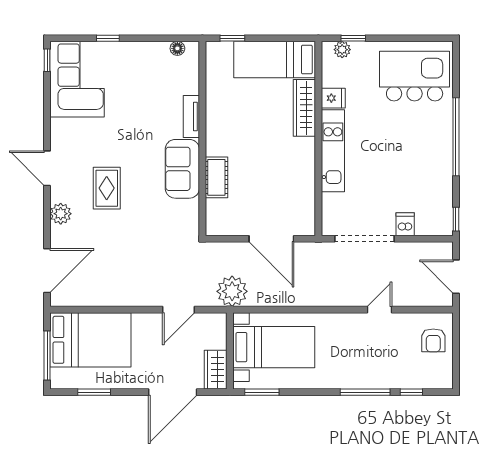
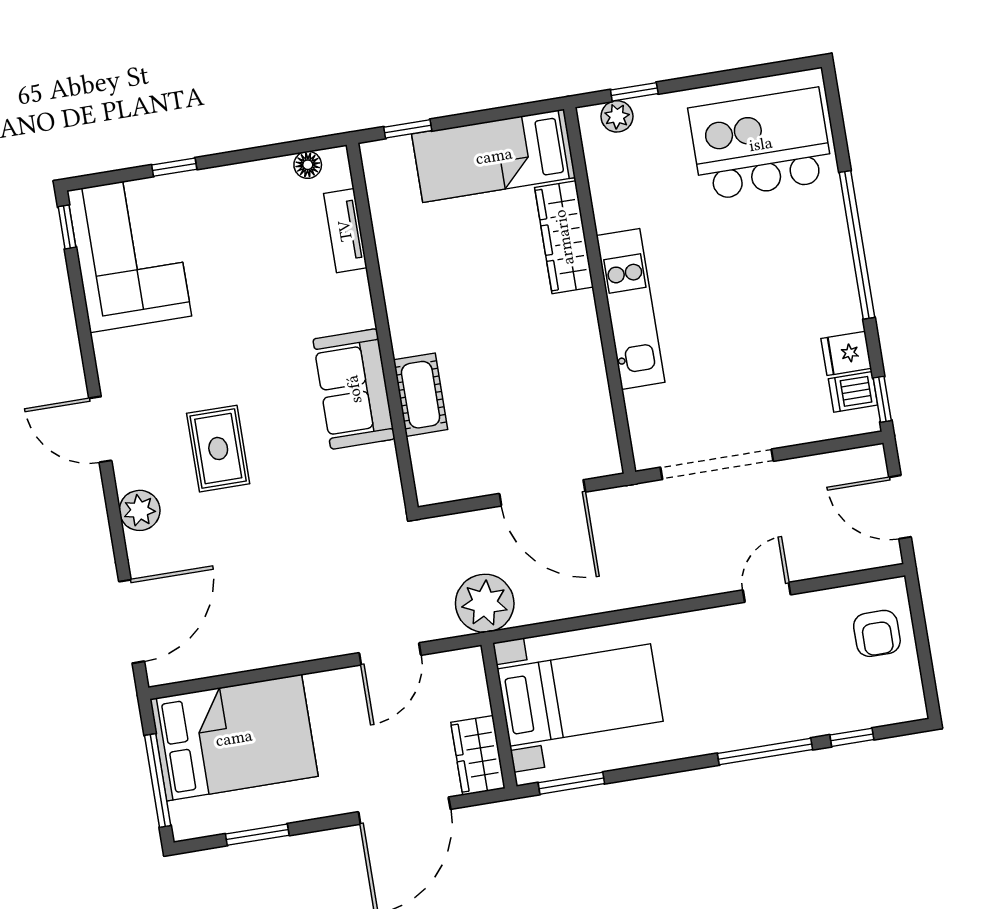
fridge: (333, 98) -> (846, 353), moved, turned 180
tv unit: (191, 117) -> (345, 231), moved
dishwasher: (405, 224) -> (853, 392), moved, turned -90

